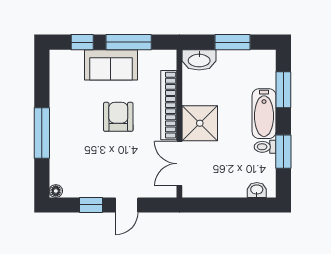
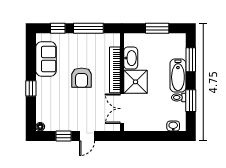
washbasin: (199, 60) -> (131, 58), moved, turned -90
sofa: (111, 65) -> (46, 59), moved, turned -90
armchair: (118, 117) -> (82, 78), turned 180
window: (42, 133) -> (31, 88), width x0.46

